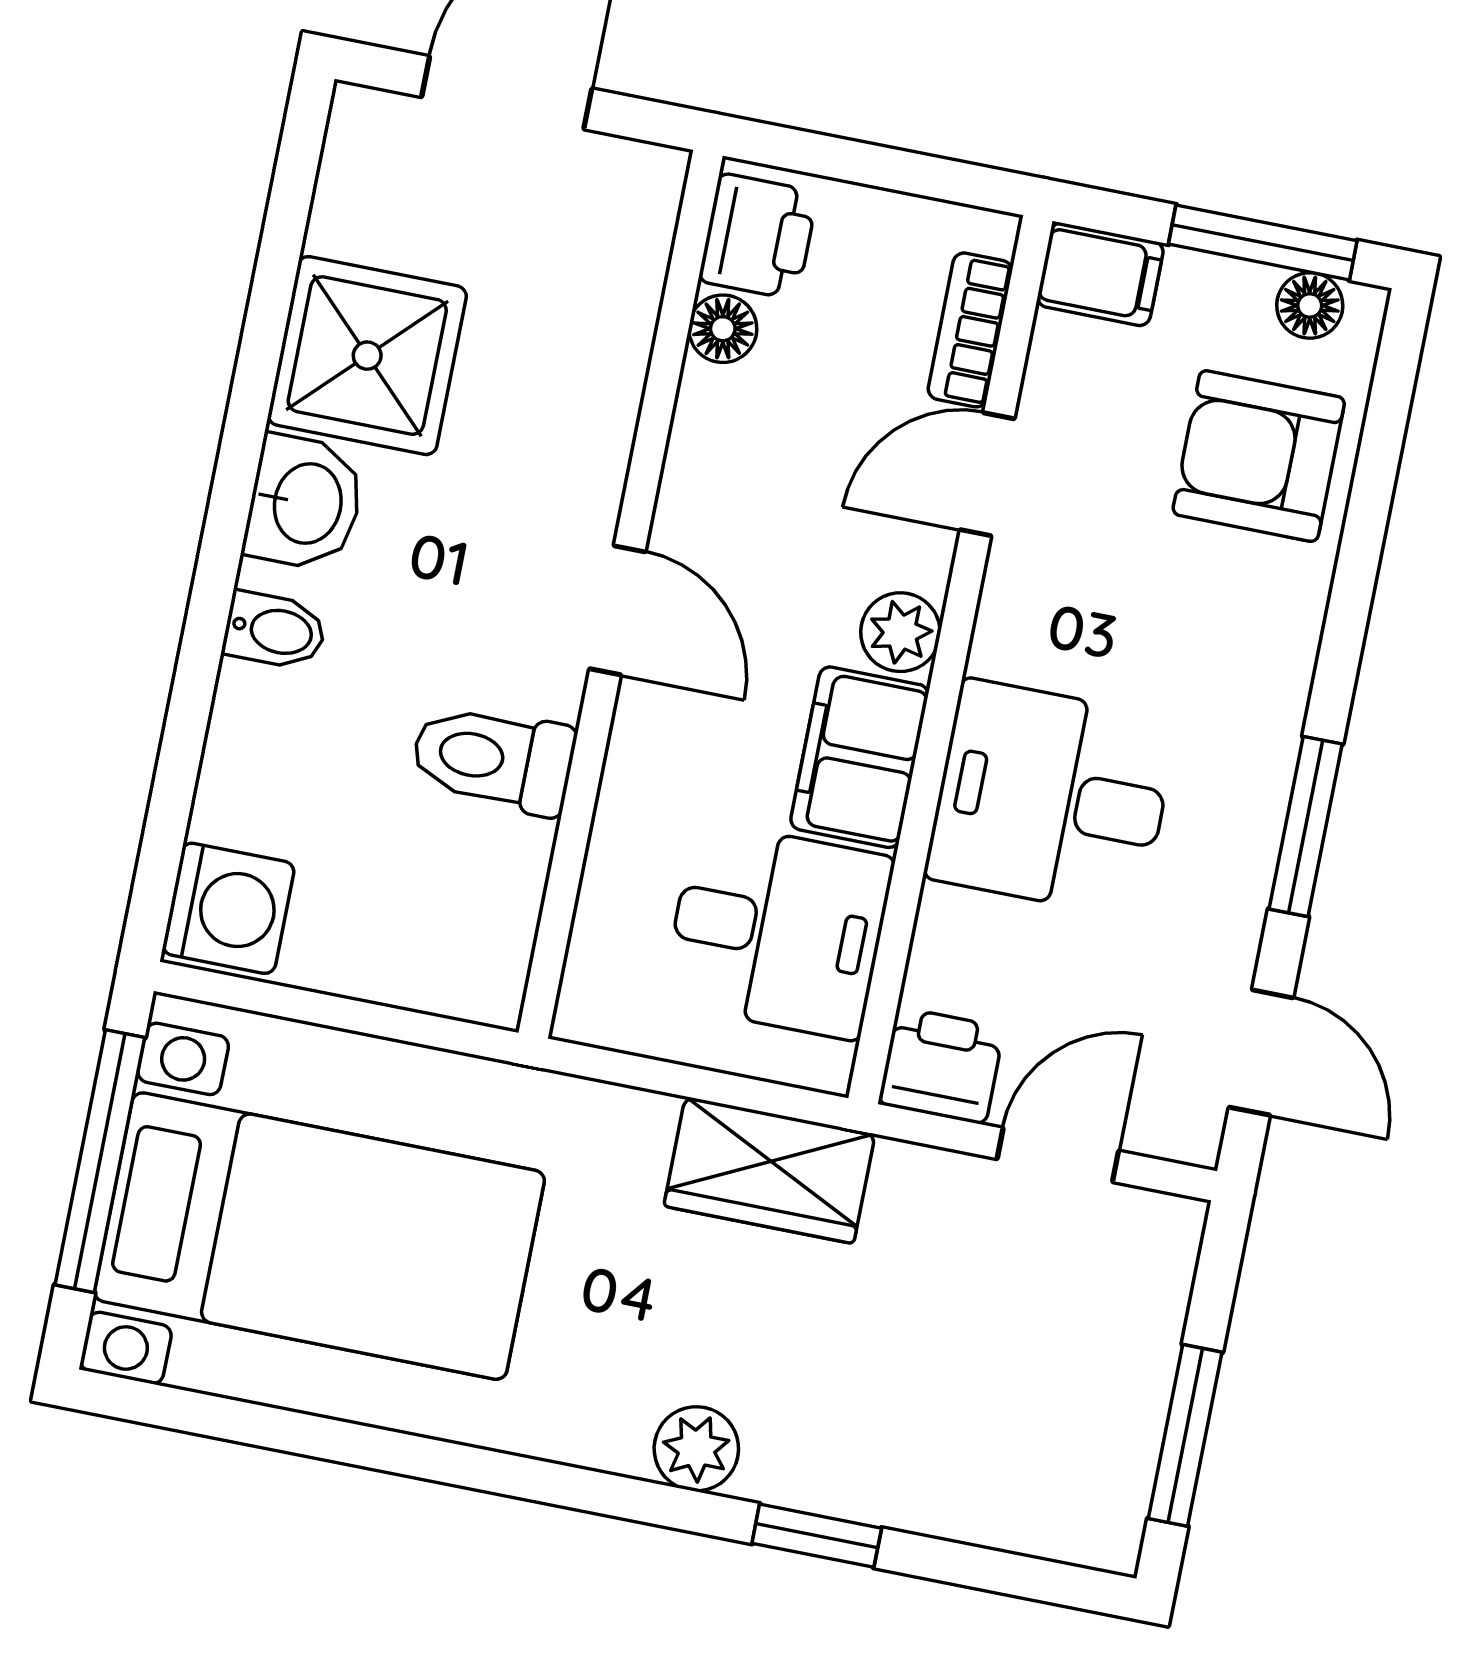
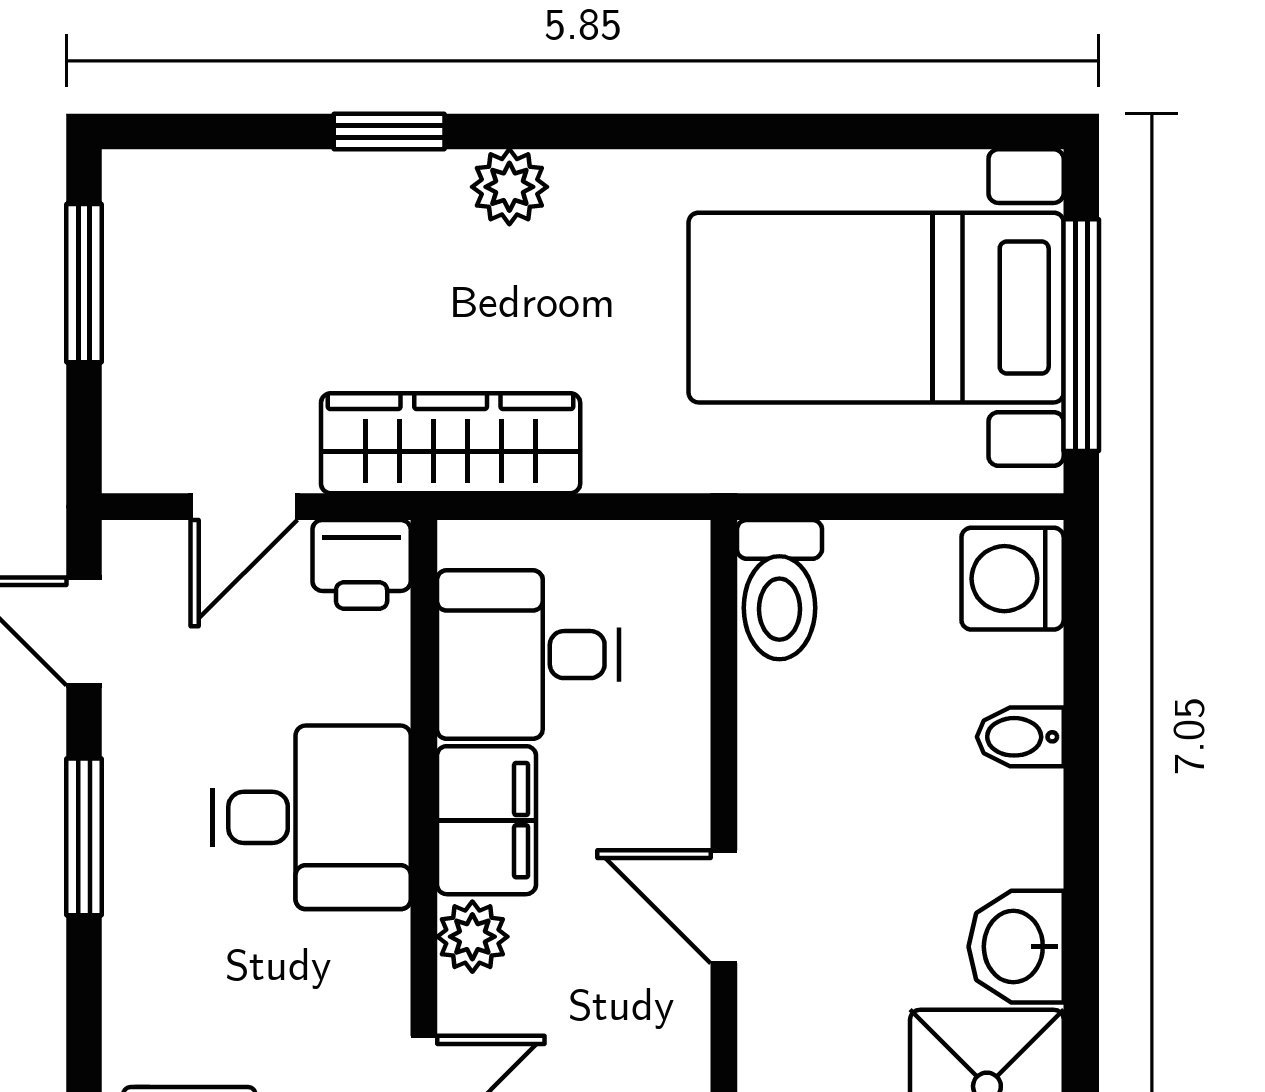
bidet: (275, 631) -> (1020, 737), moved
toilet: (493, 759) -> (779, 590), moved, turned 90
wardrobe: (769, 1170) -> (451, 443), width x1.50

